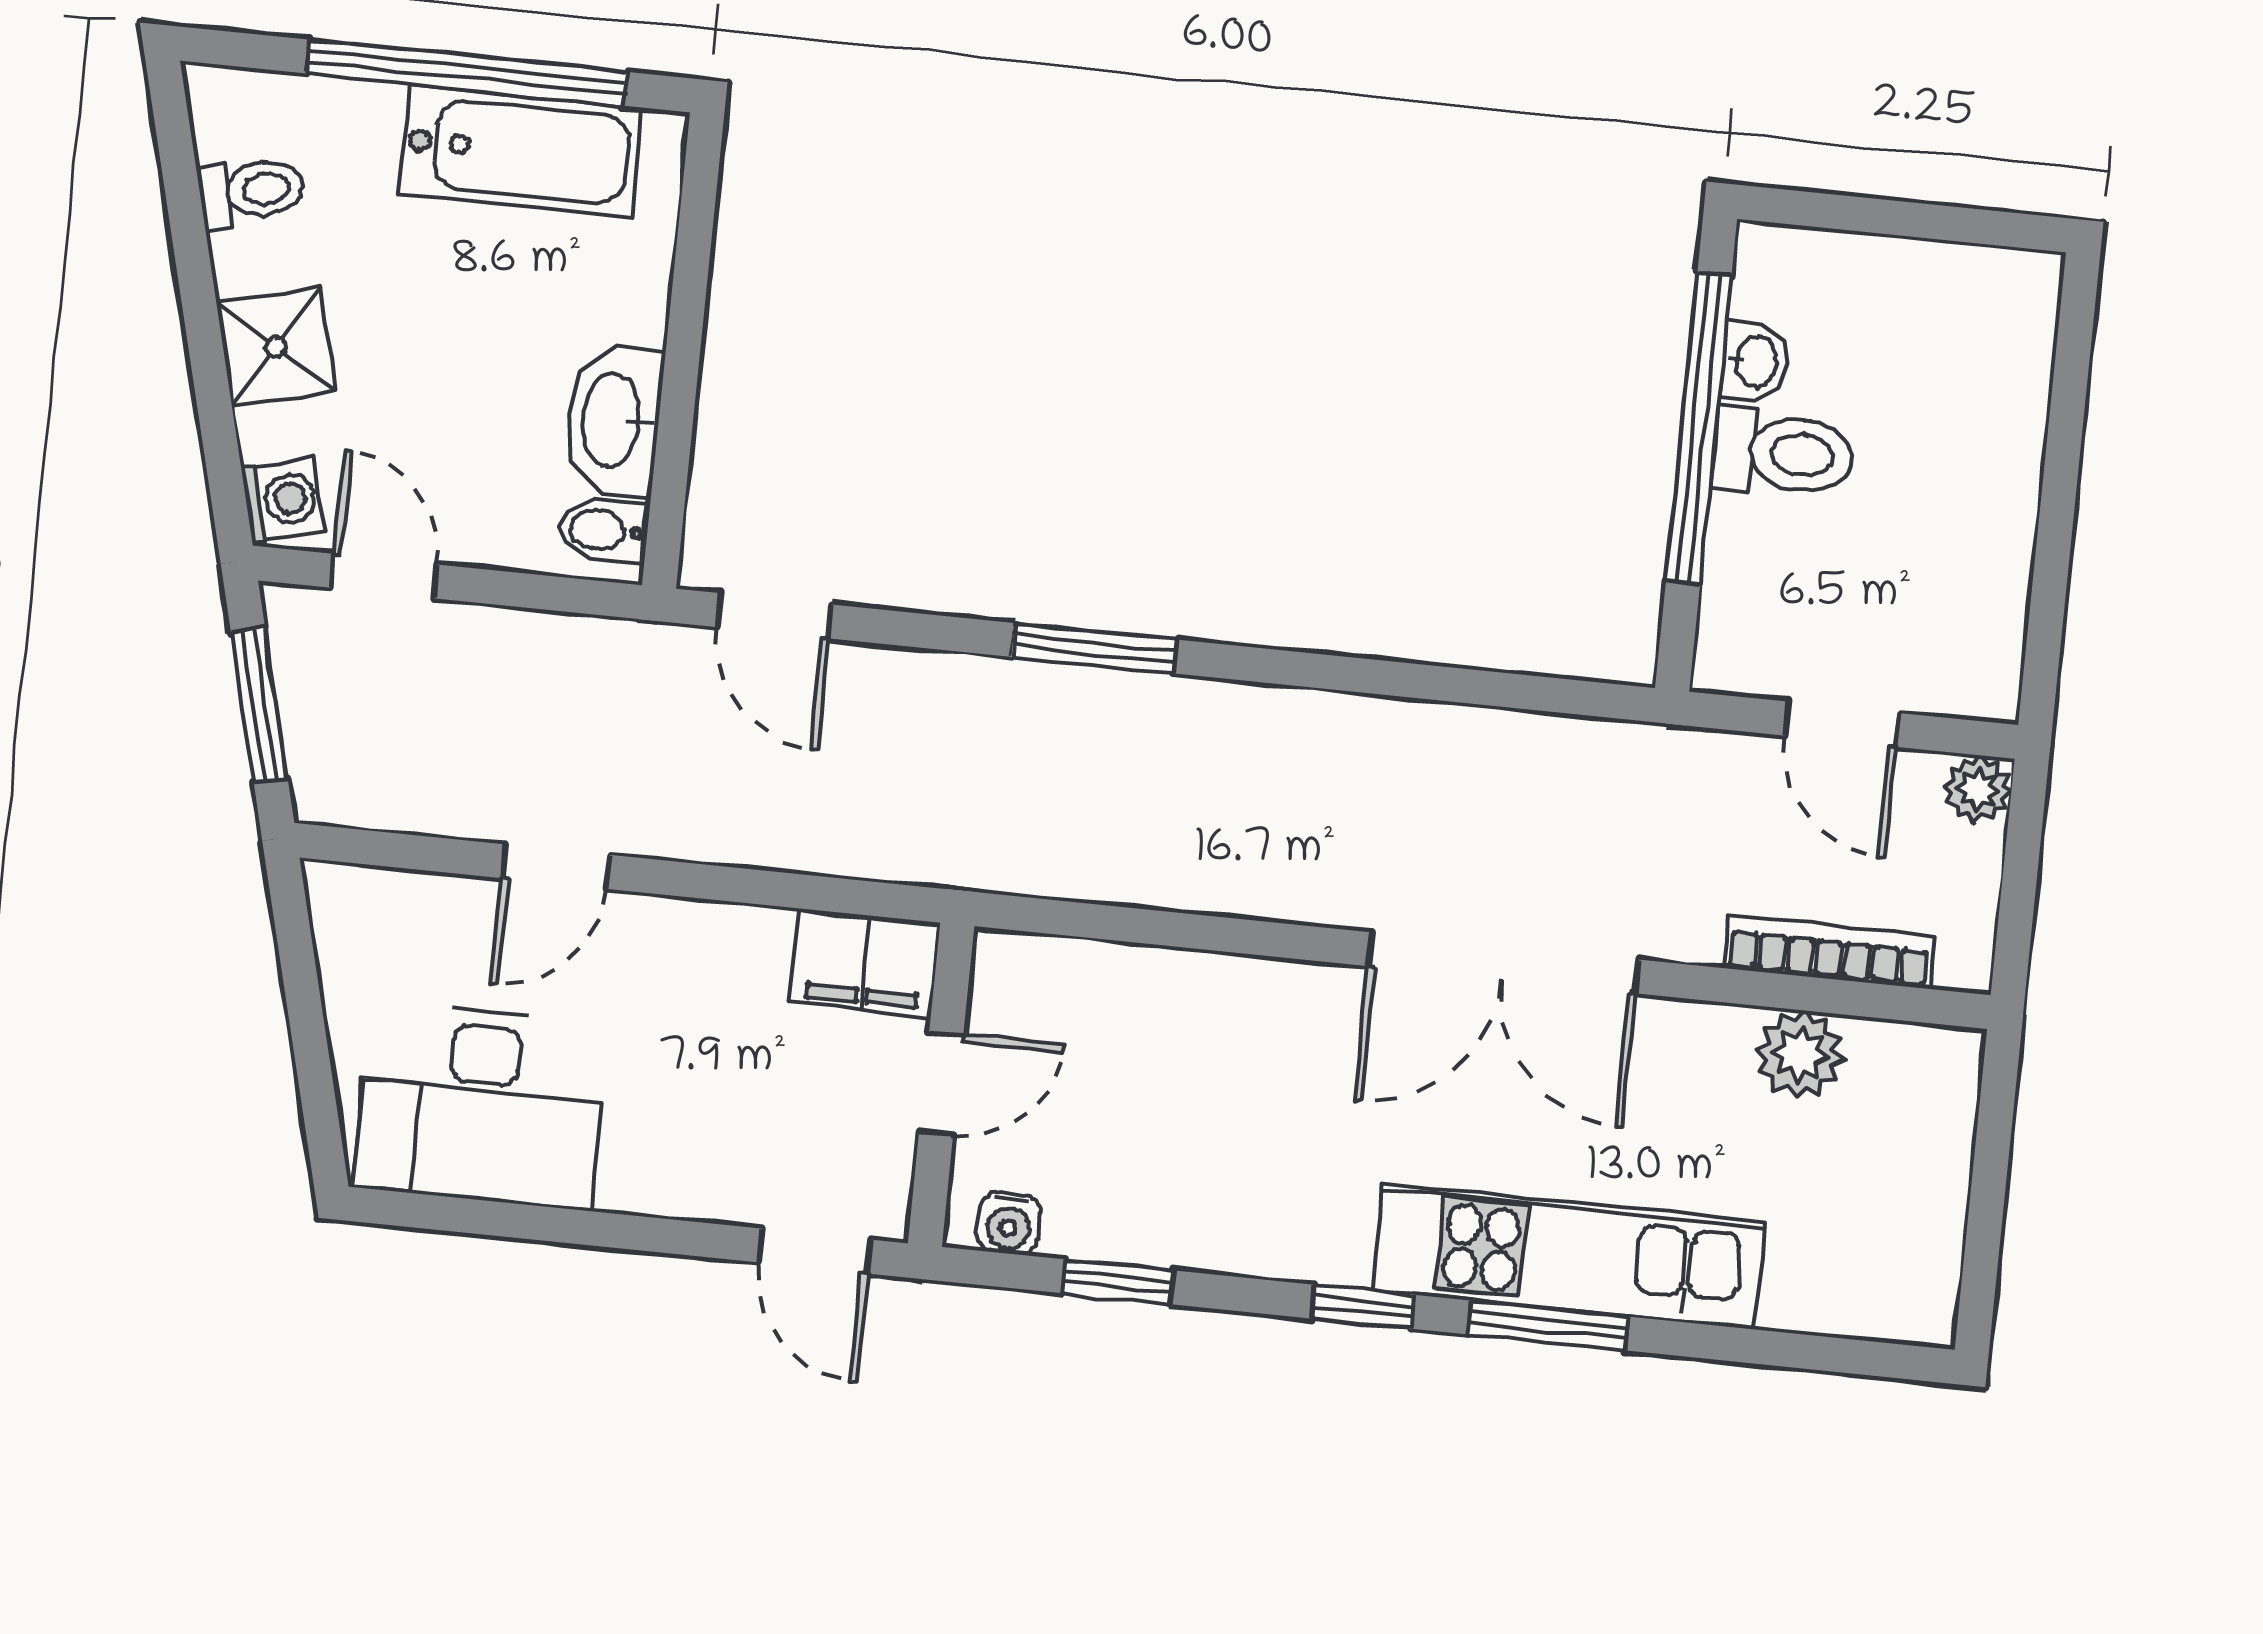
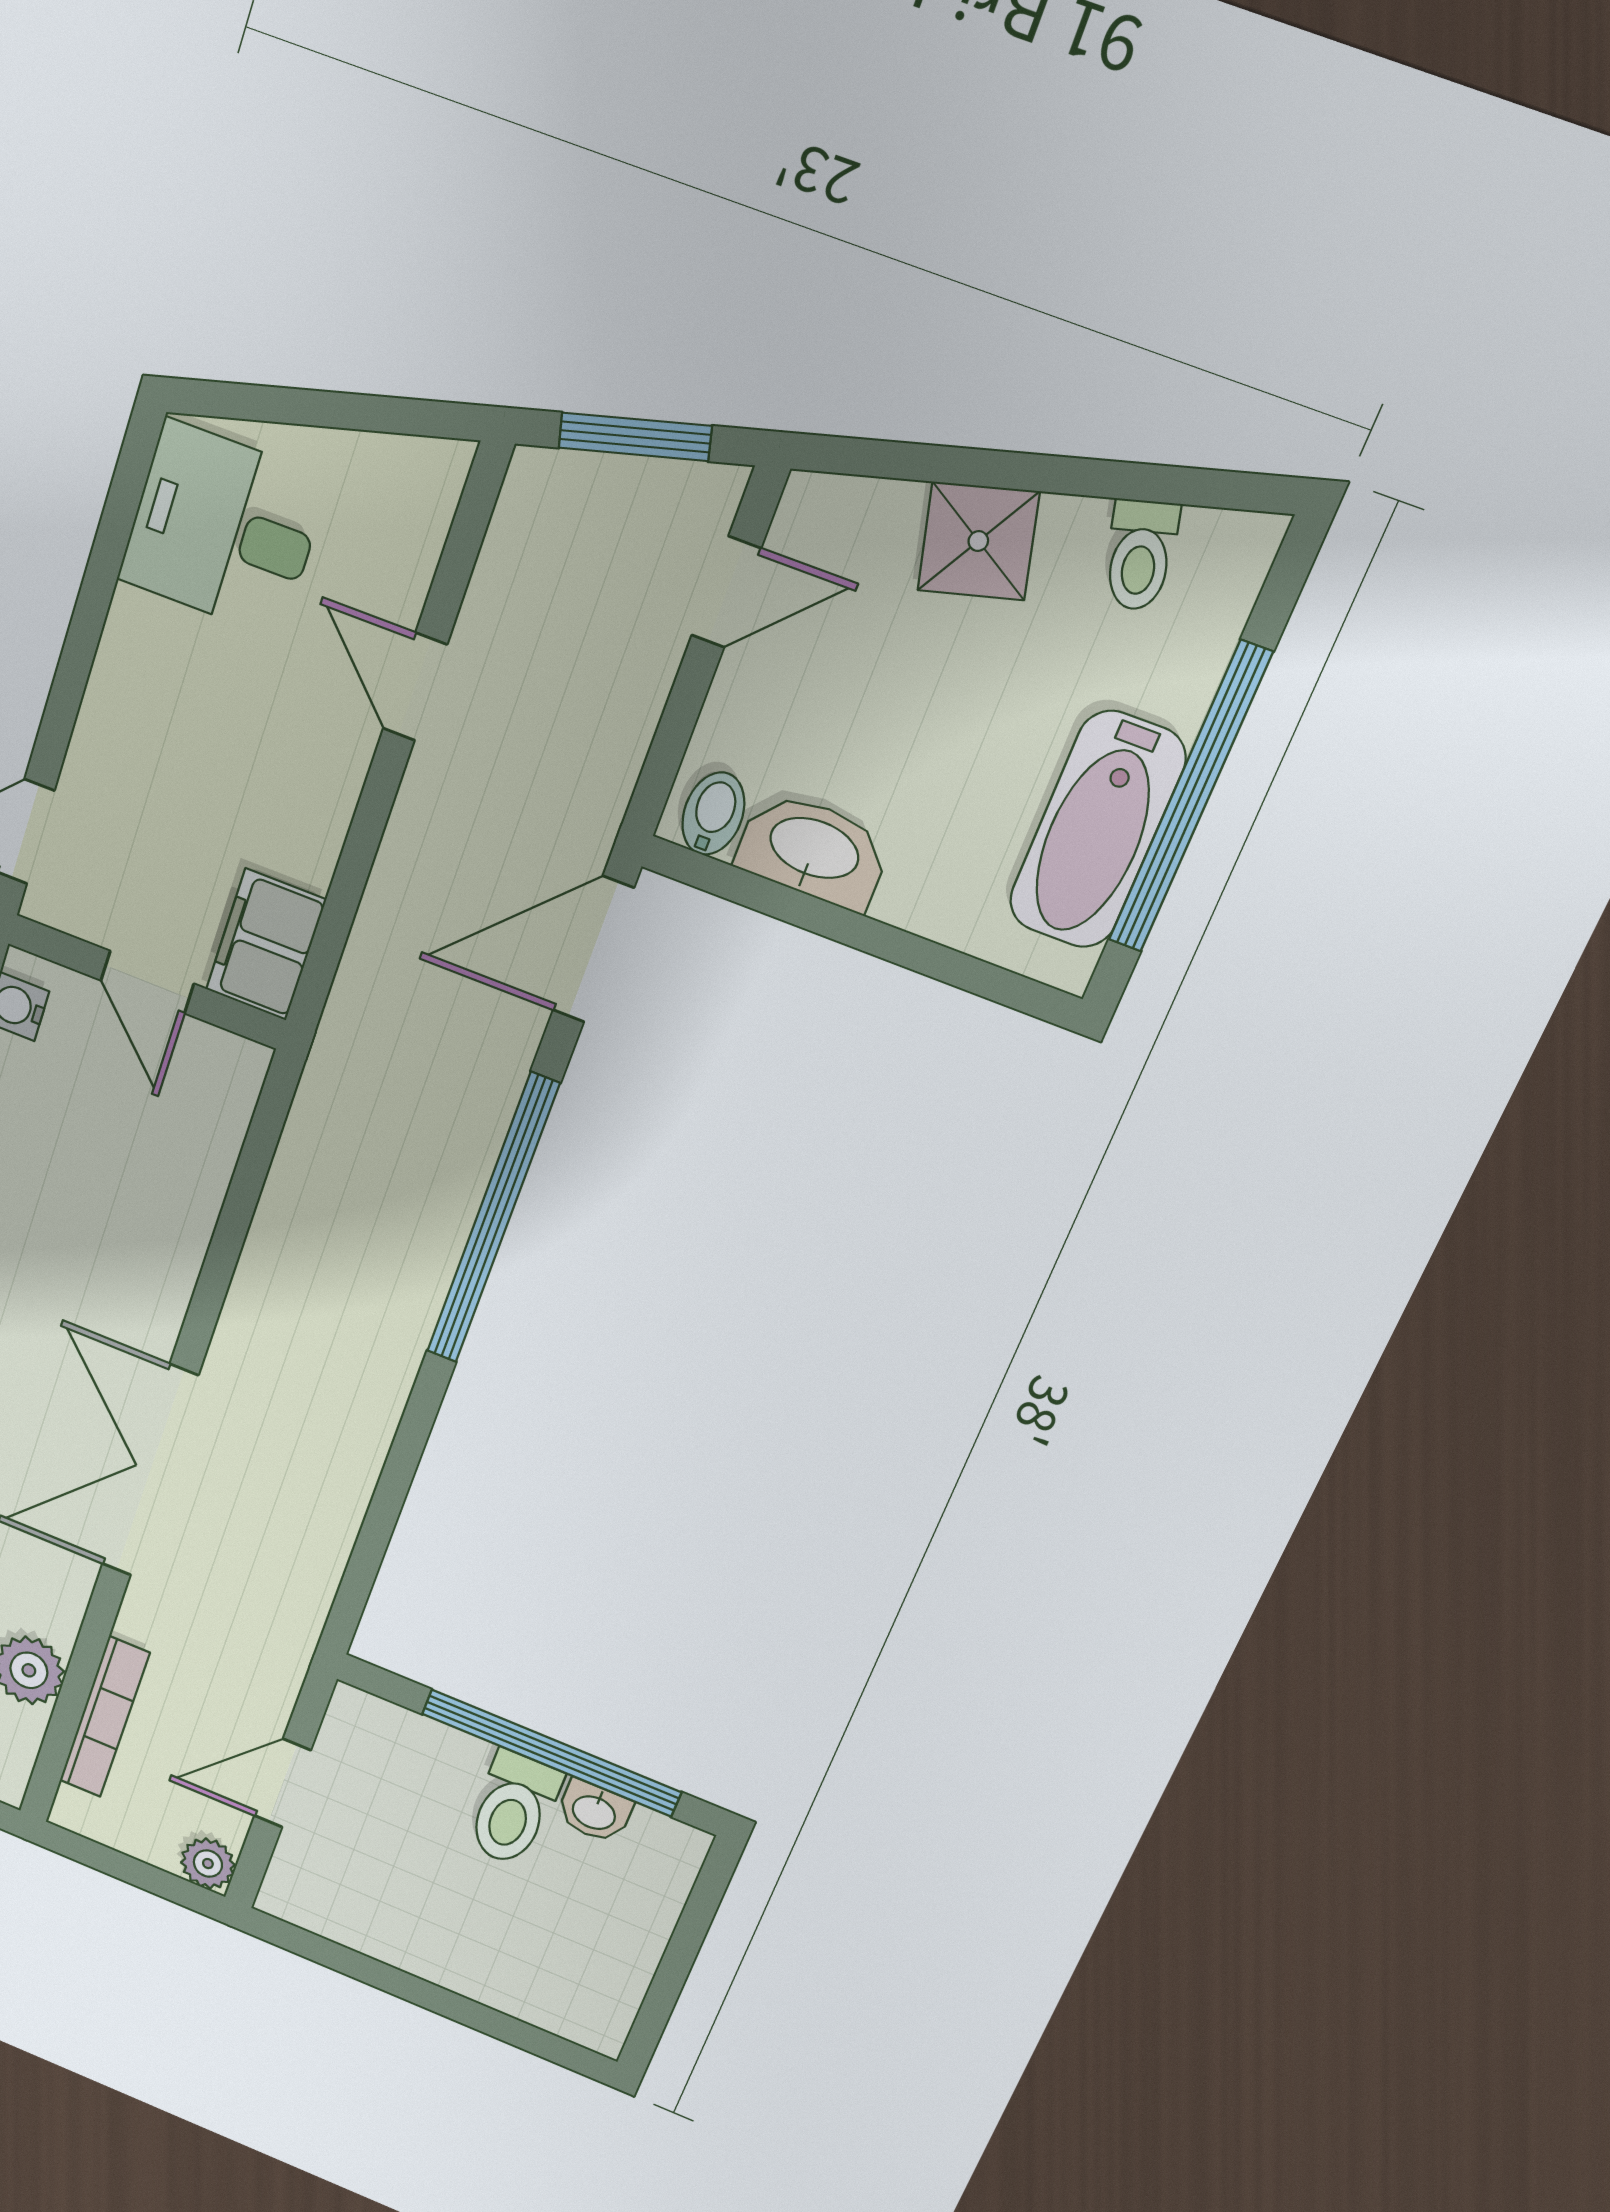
washing machine: (283, 500) -> (827, 511), removed
door: (775, 616) -> (593, 949), width x1.38
window: (1094, 648) -> (493, 1219), width x2.11
desk: (481, 1106) -> (223, 529), width x0.73

